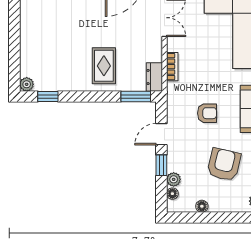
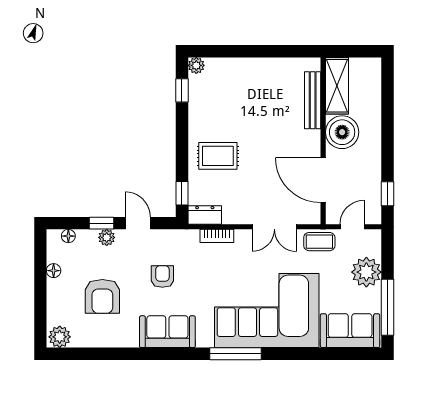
window: (136, 96) -> (182, 193), width x0.67
armchair: (207, 113) -> (162, 277), turned 180
armchair: (224, 165) -> (102, 296), turned 77
plant: (174, 179) -> (107, 237), moved

